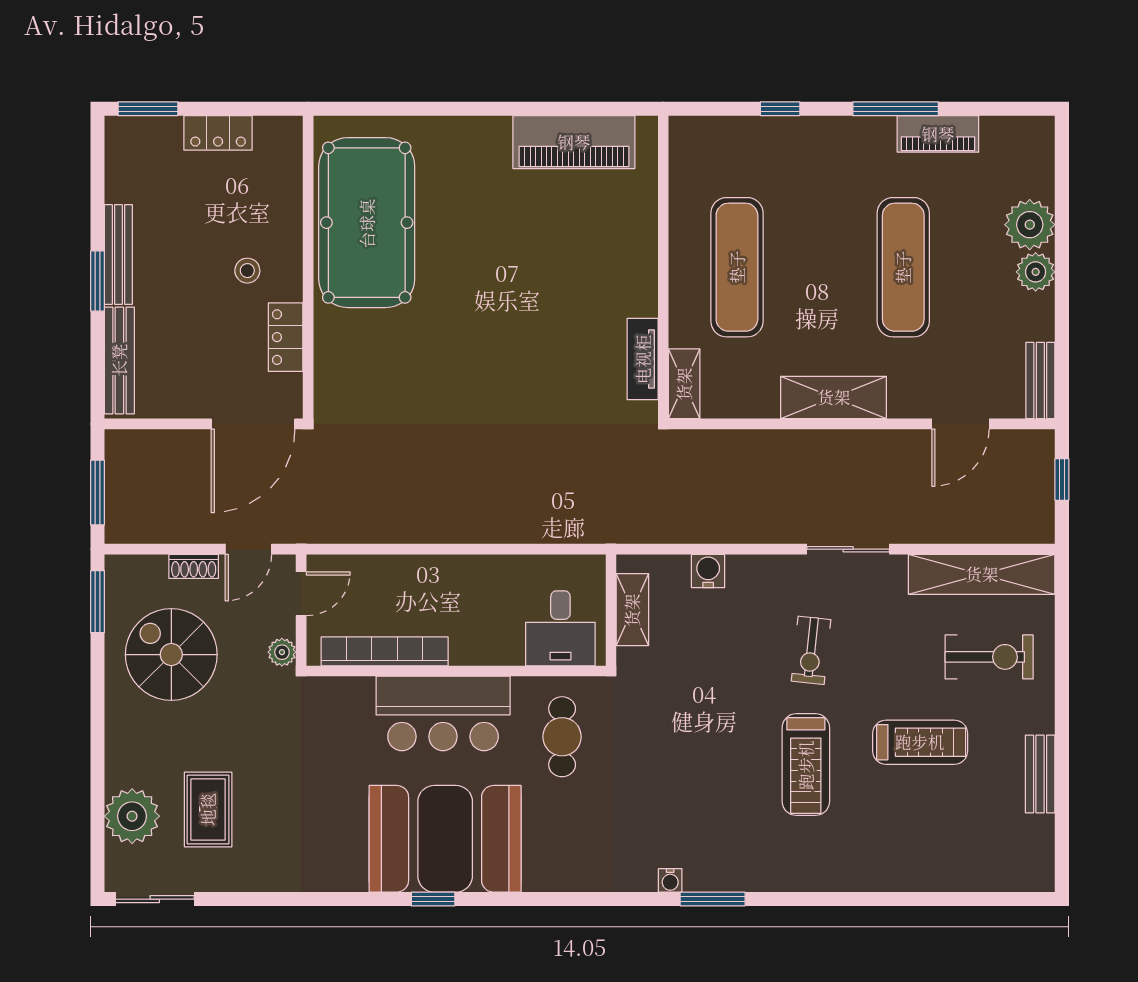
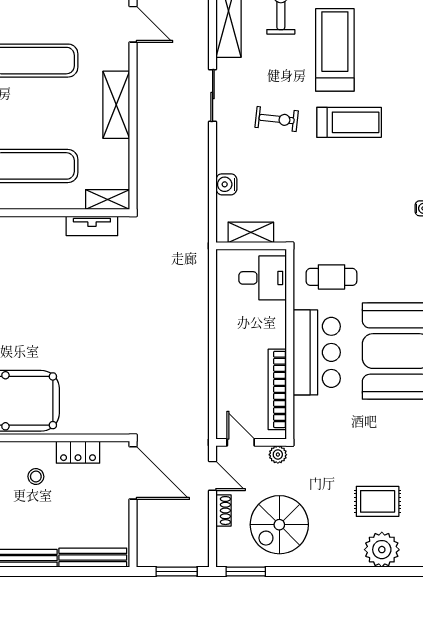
window: (98, 281) -> (42, 571), removed
treadmill: (920, 742) -> (335, 50), width x1.37, depth x1.38

